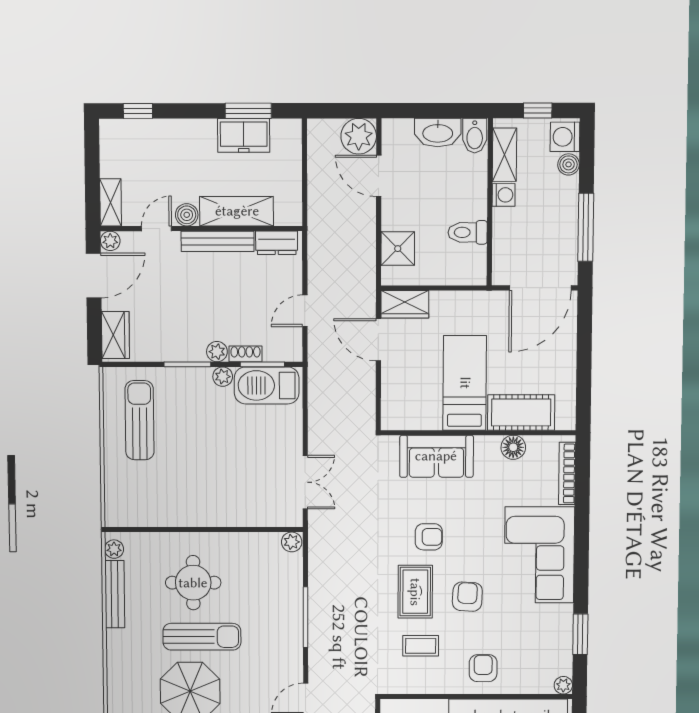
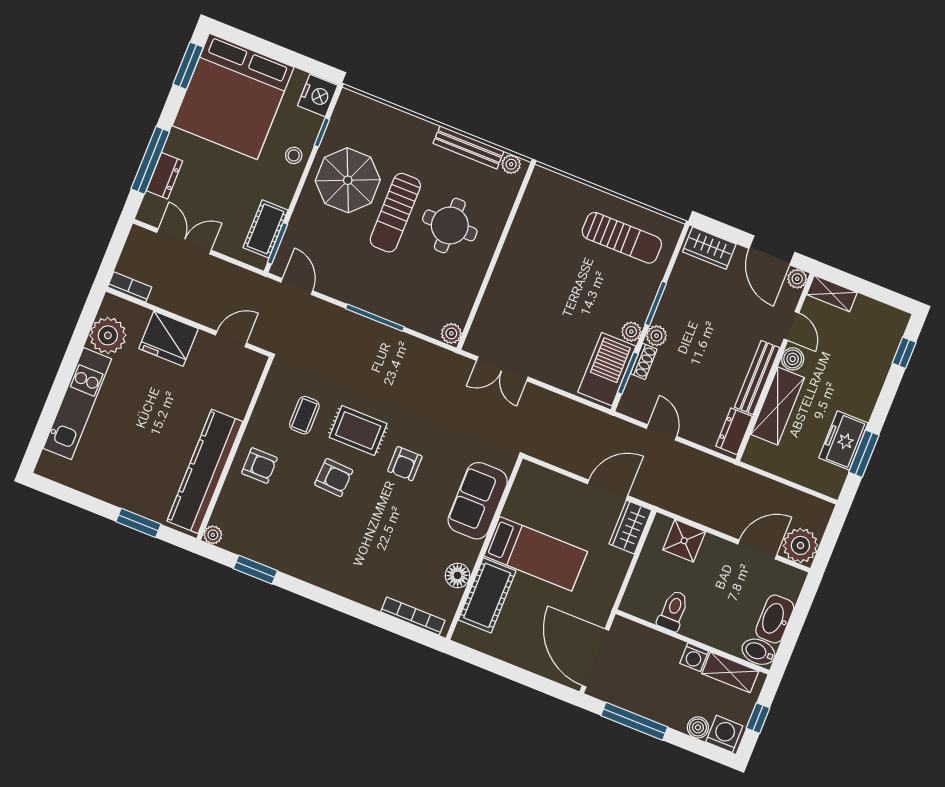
corner sofa: (539, 555) -> (346, 560), removed

